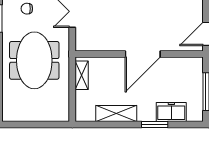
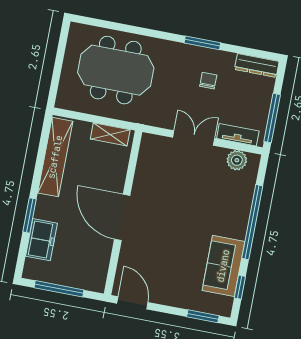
meeting table: (34, 60) -> (116, 70), moved
shelving: (116, 113) -> (55, 157), width x1.47

